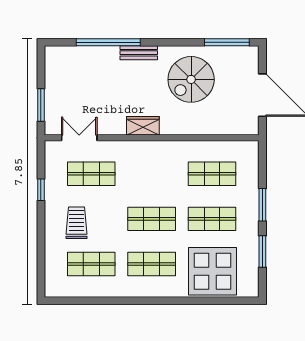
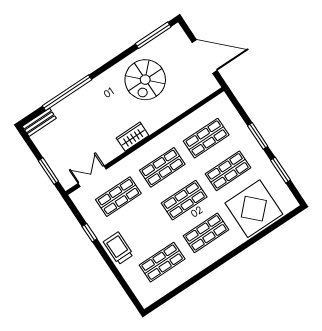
bench: (139, 53) -> (39, 122), moved
shop shelf: (152, 174) -> (162, 167), added
trolley: (76, 223) -> (118, 248), moved

